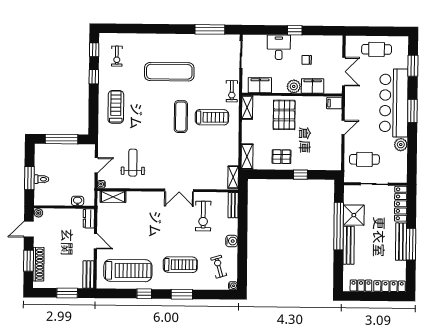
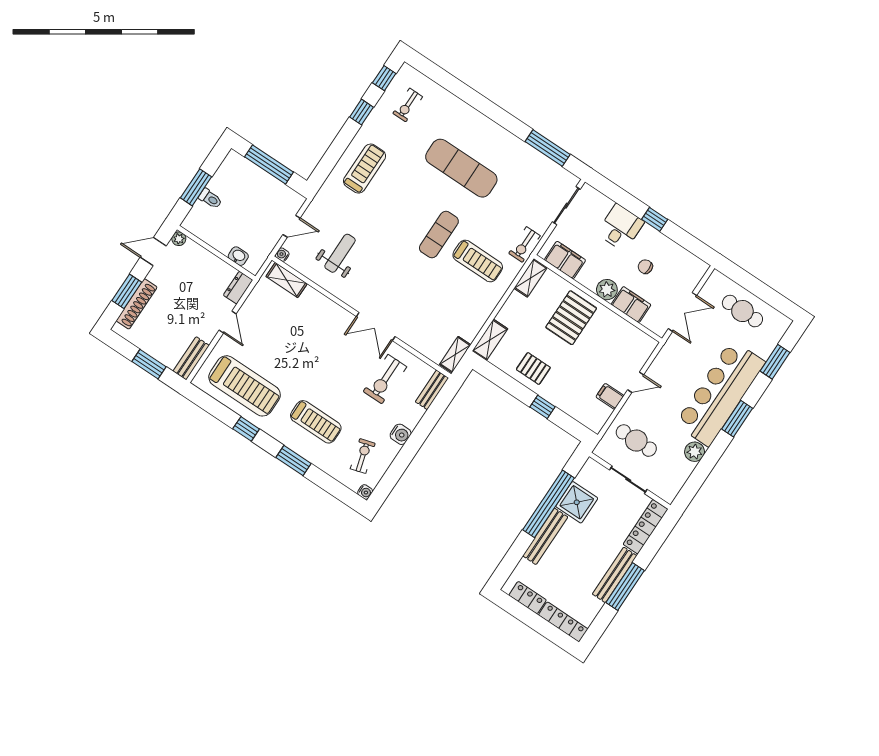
filing cabinet: (334, 103) -> (610, 396), moved

